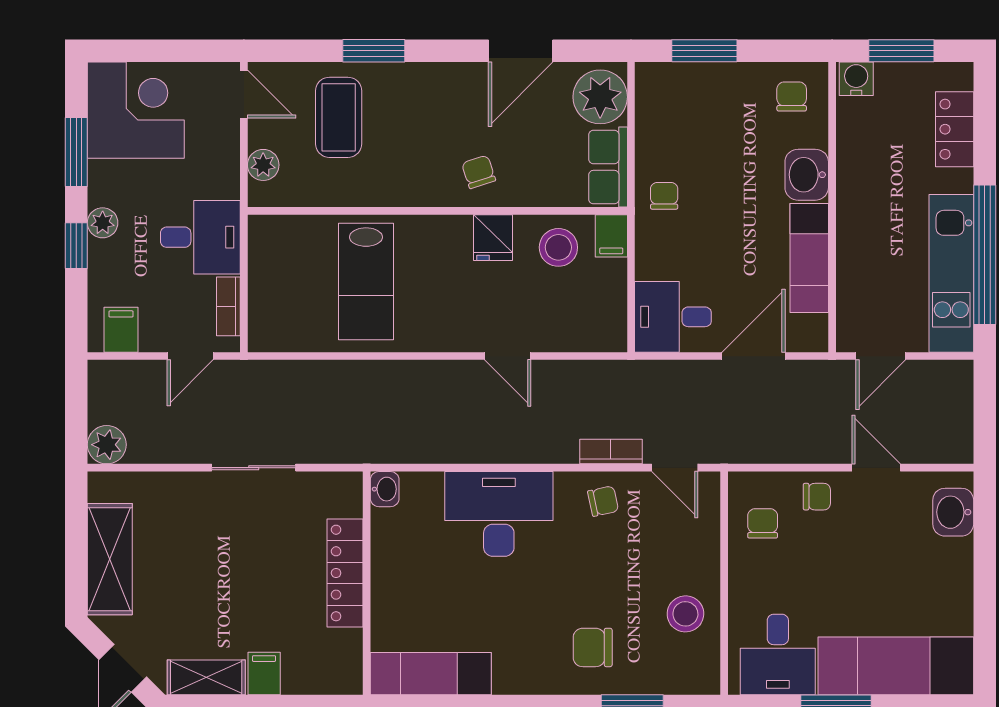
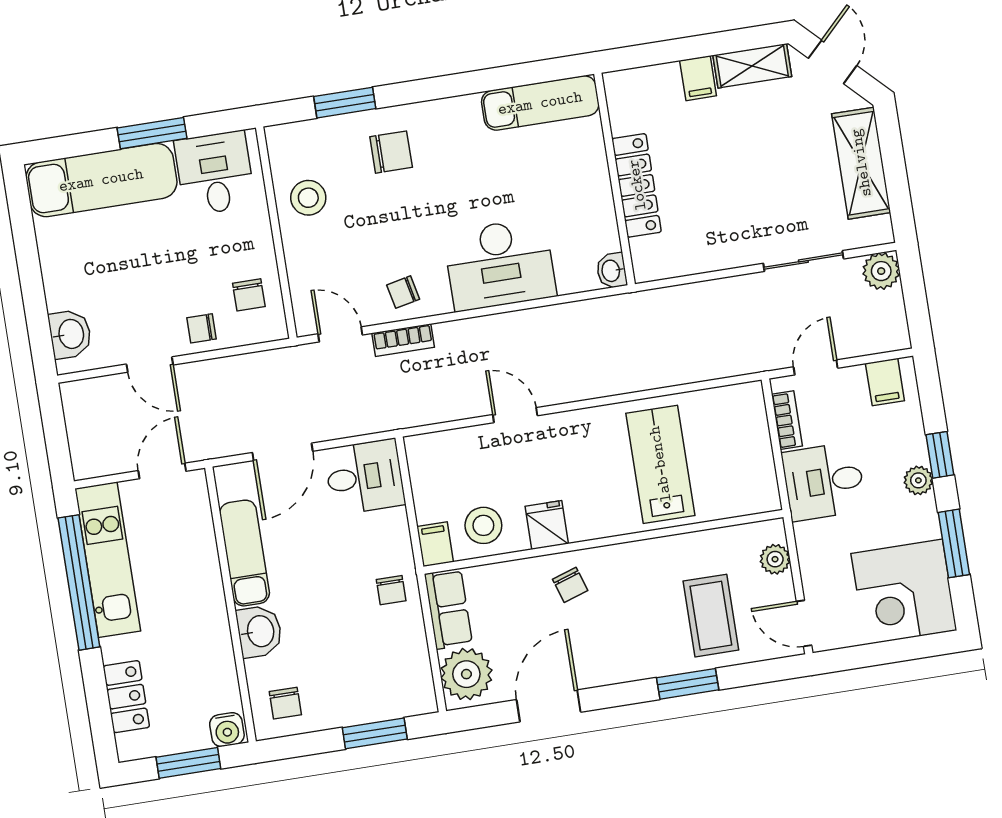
sliding door: (254, 468) -> (803, 261), moved

